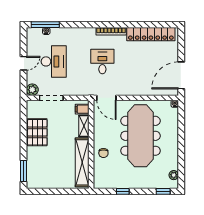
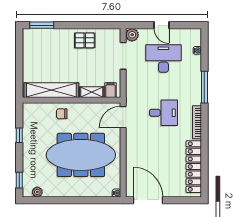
window: (45, 25) -> (204, 87), moved
desk: (54, 61) -> (163, 59), turned 180
pallet: (37, 132) -> (85, 40), width x0.67, depth x0.71

